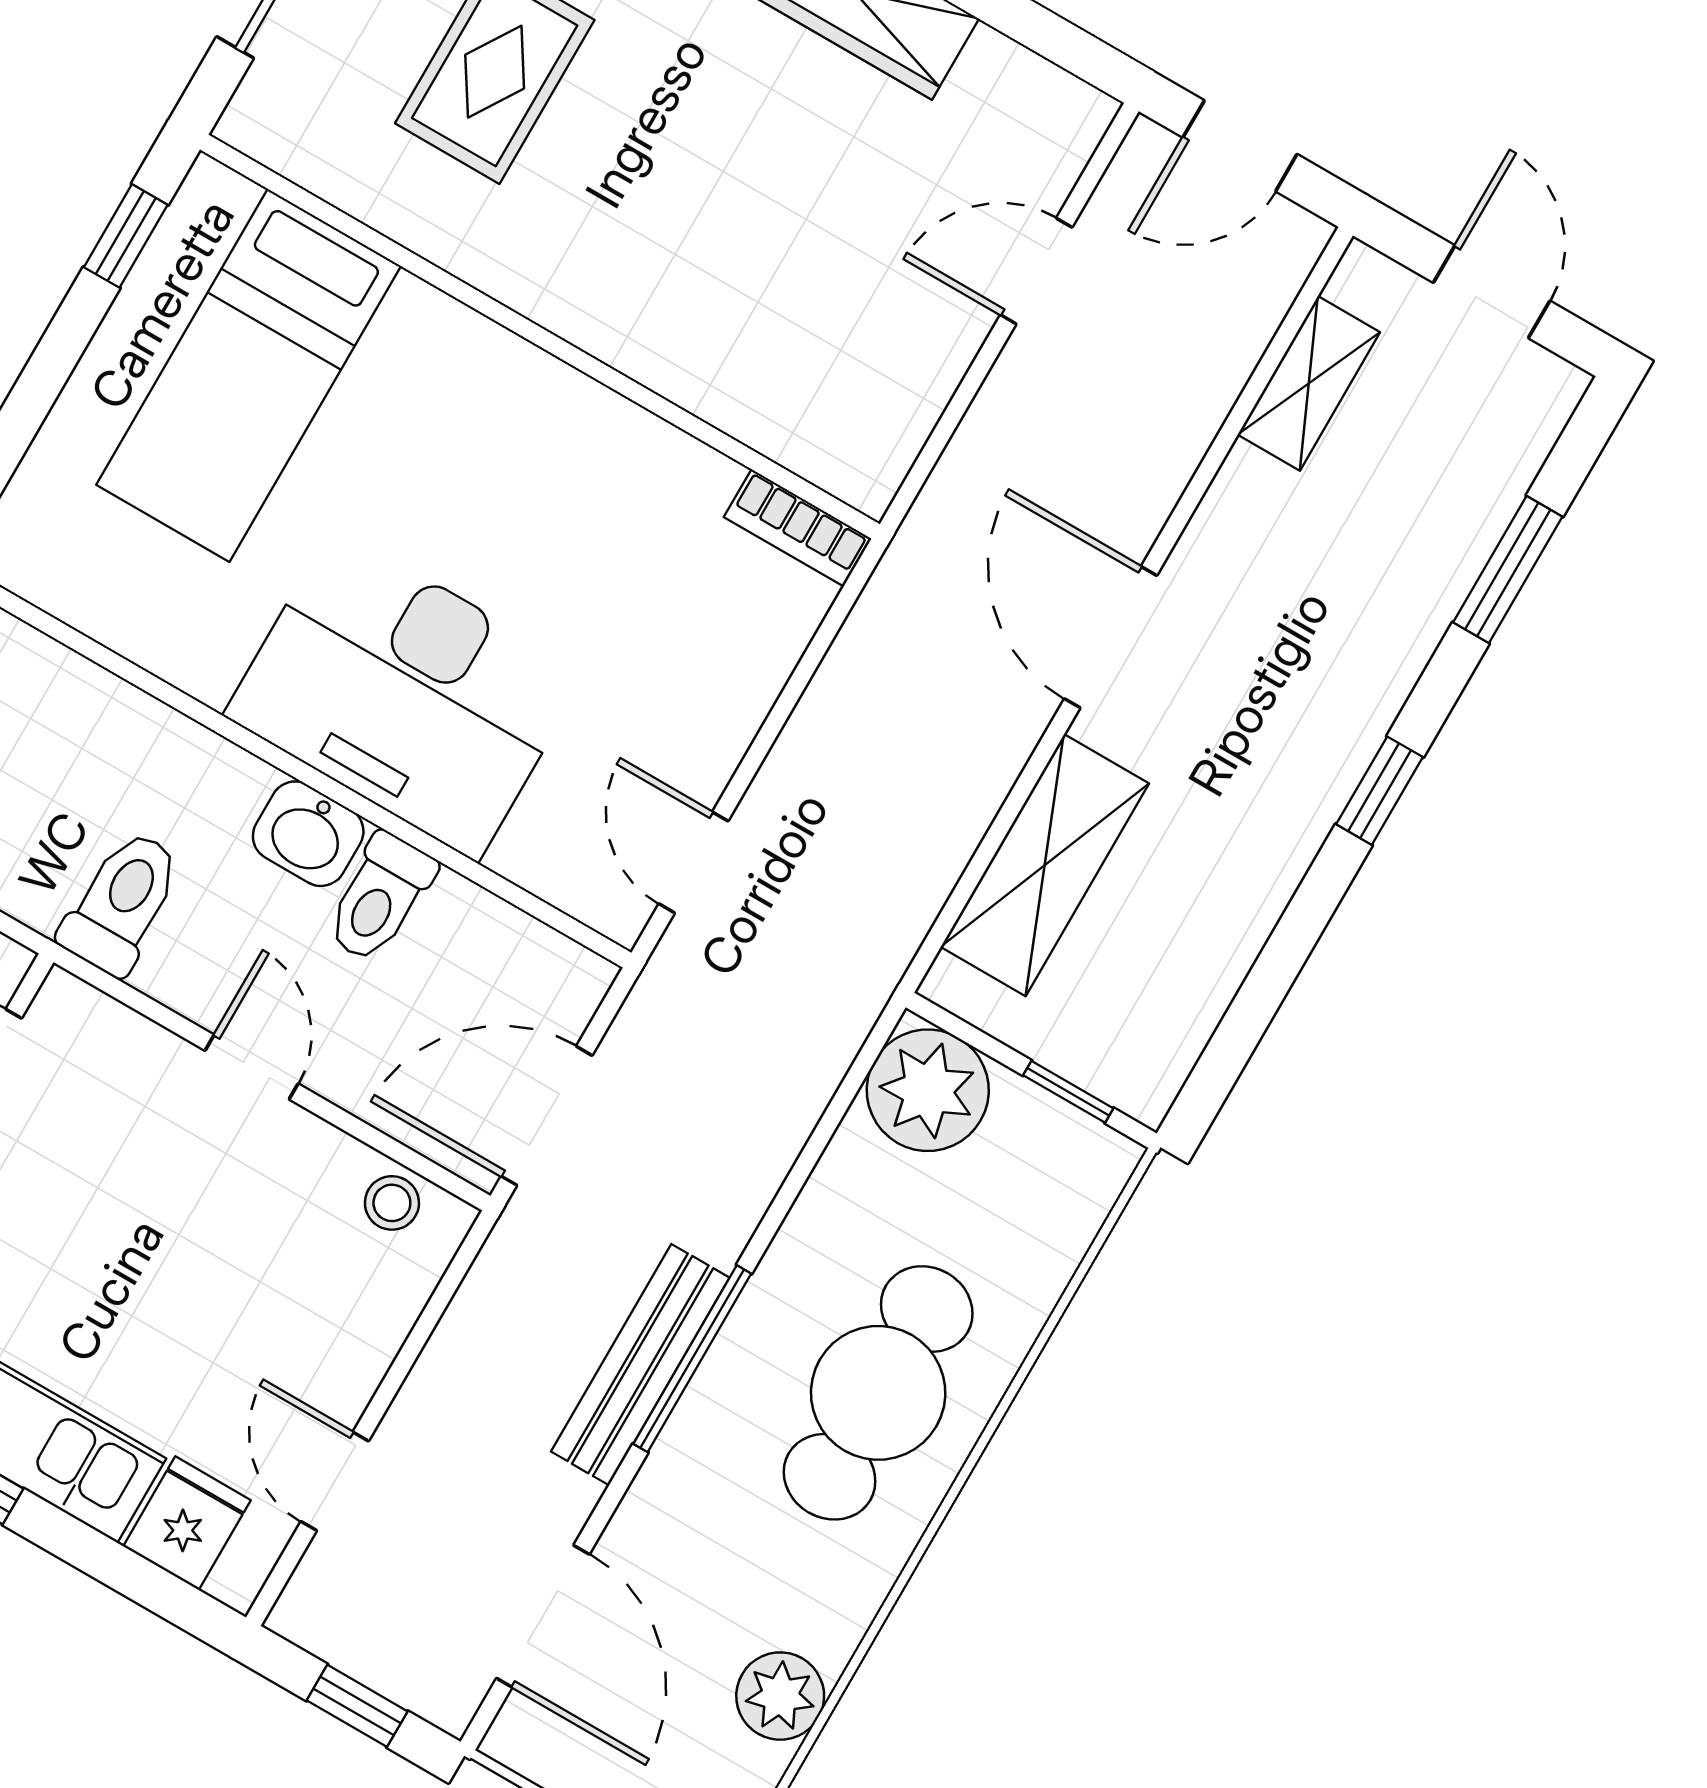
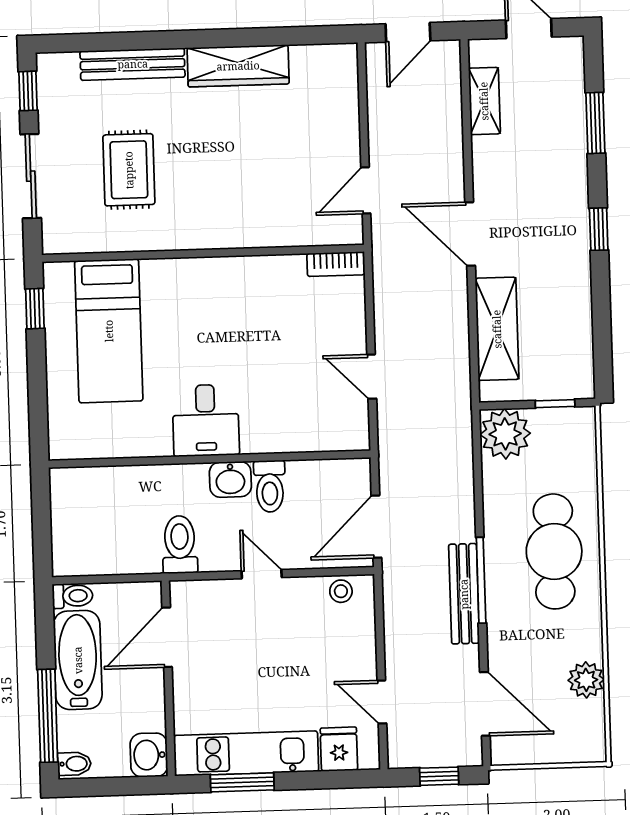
door: (1036, 271) -> (366, 190), moved
desk: (405, 694) -> (206, 420), width x0.53, depth x0.77
door: (693, 862) -> (372, 377), moved

